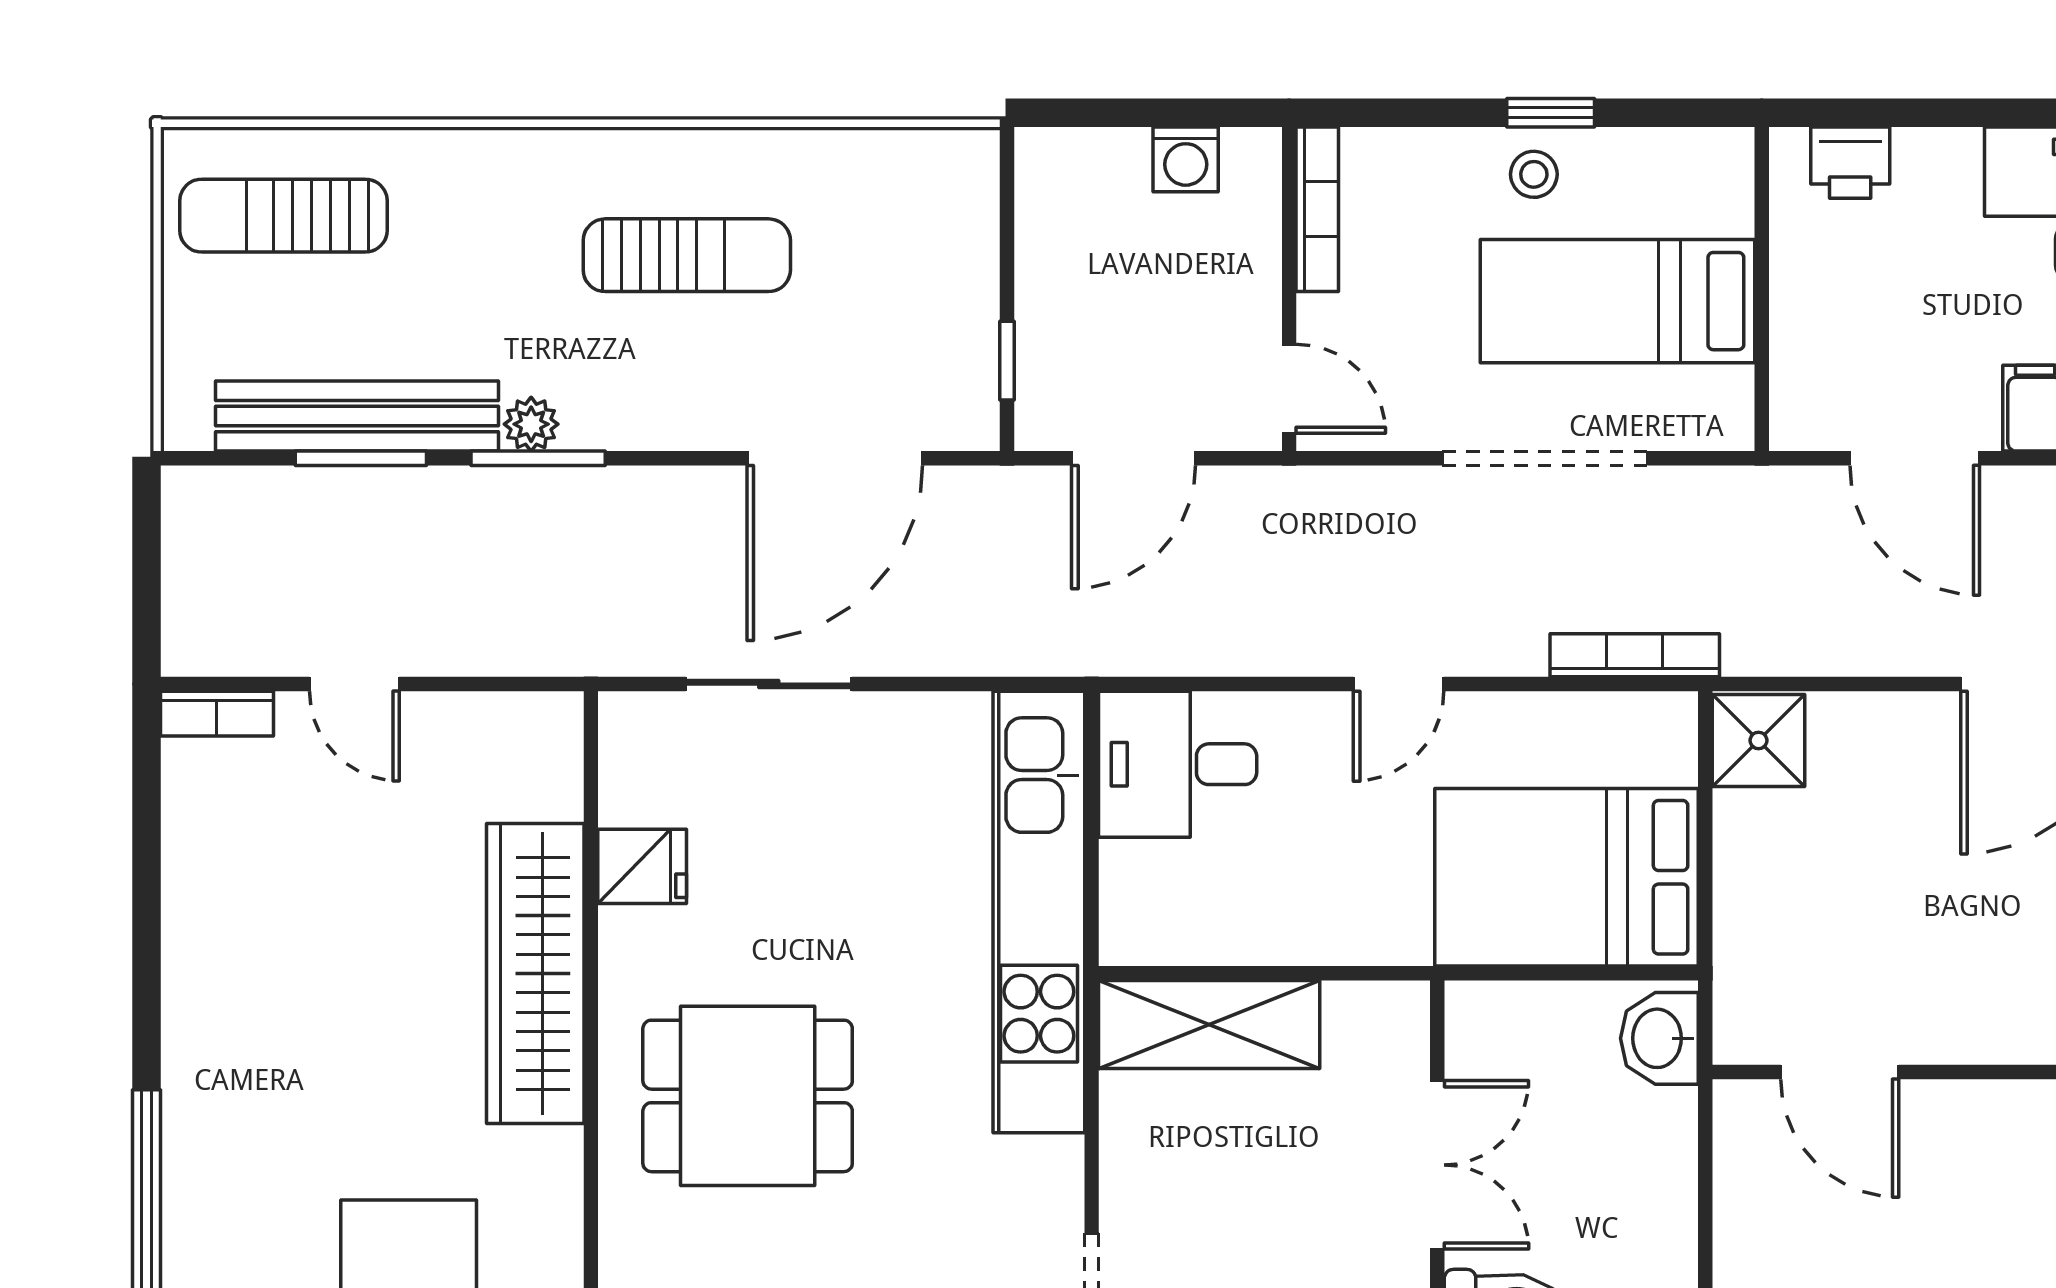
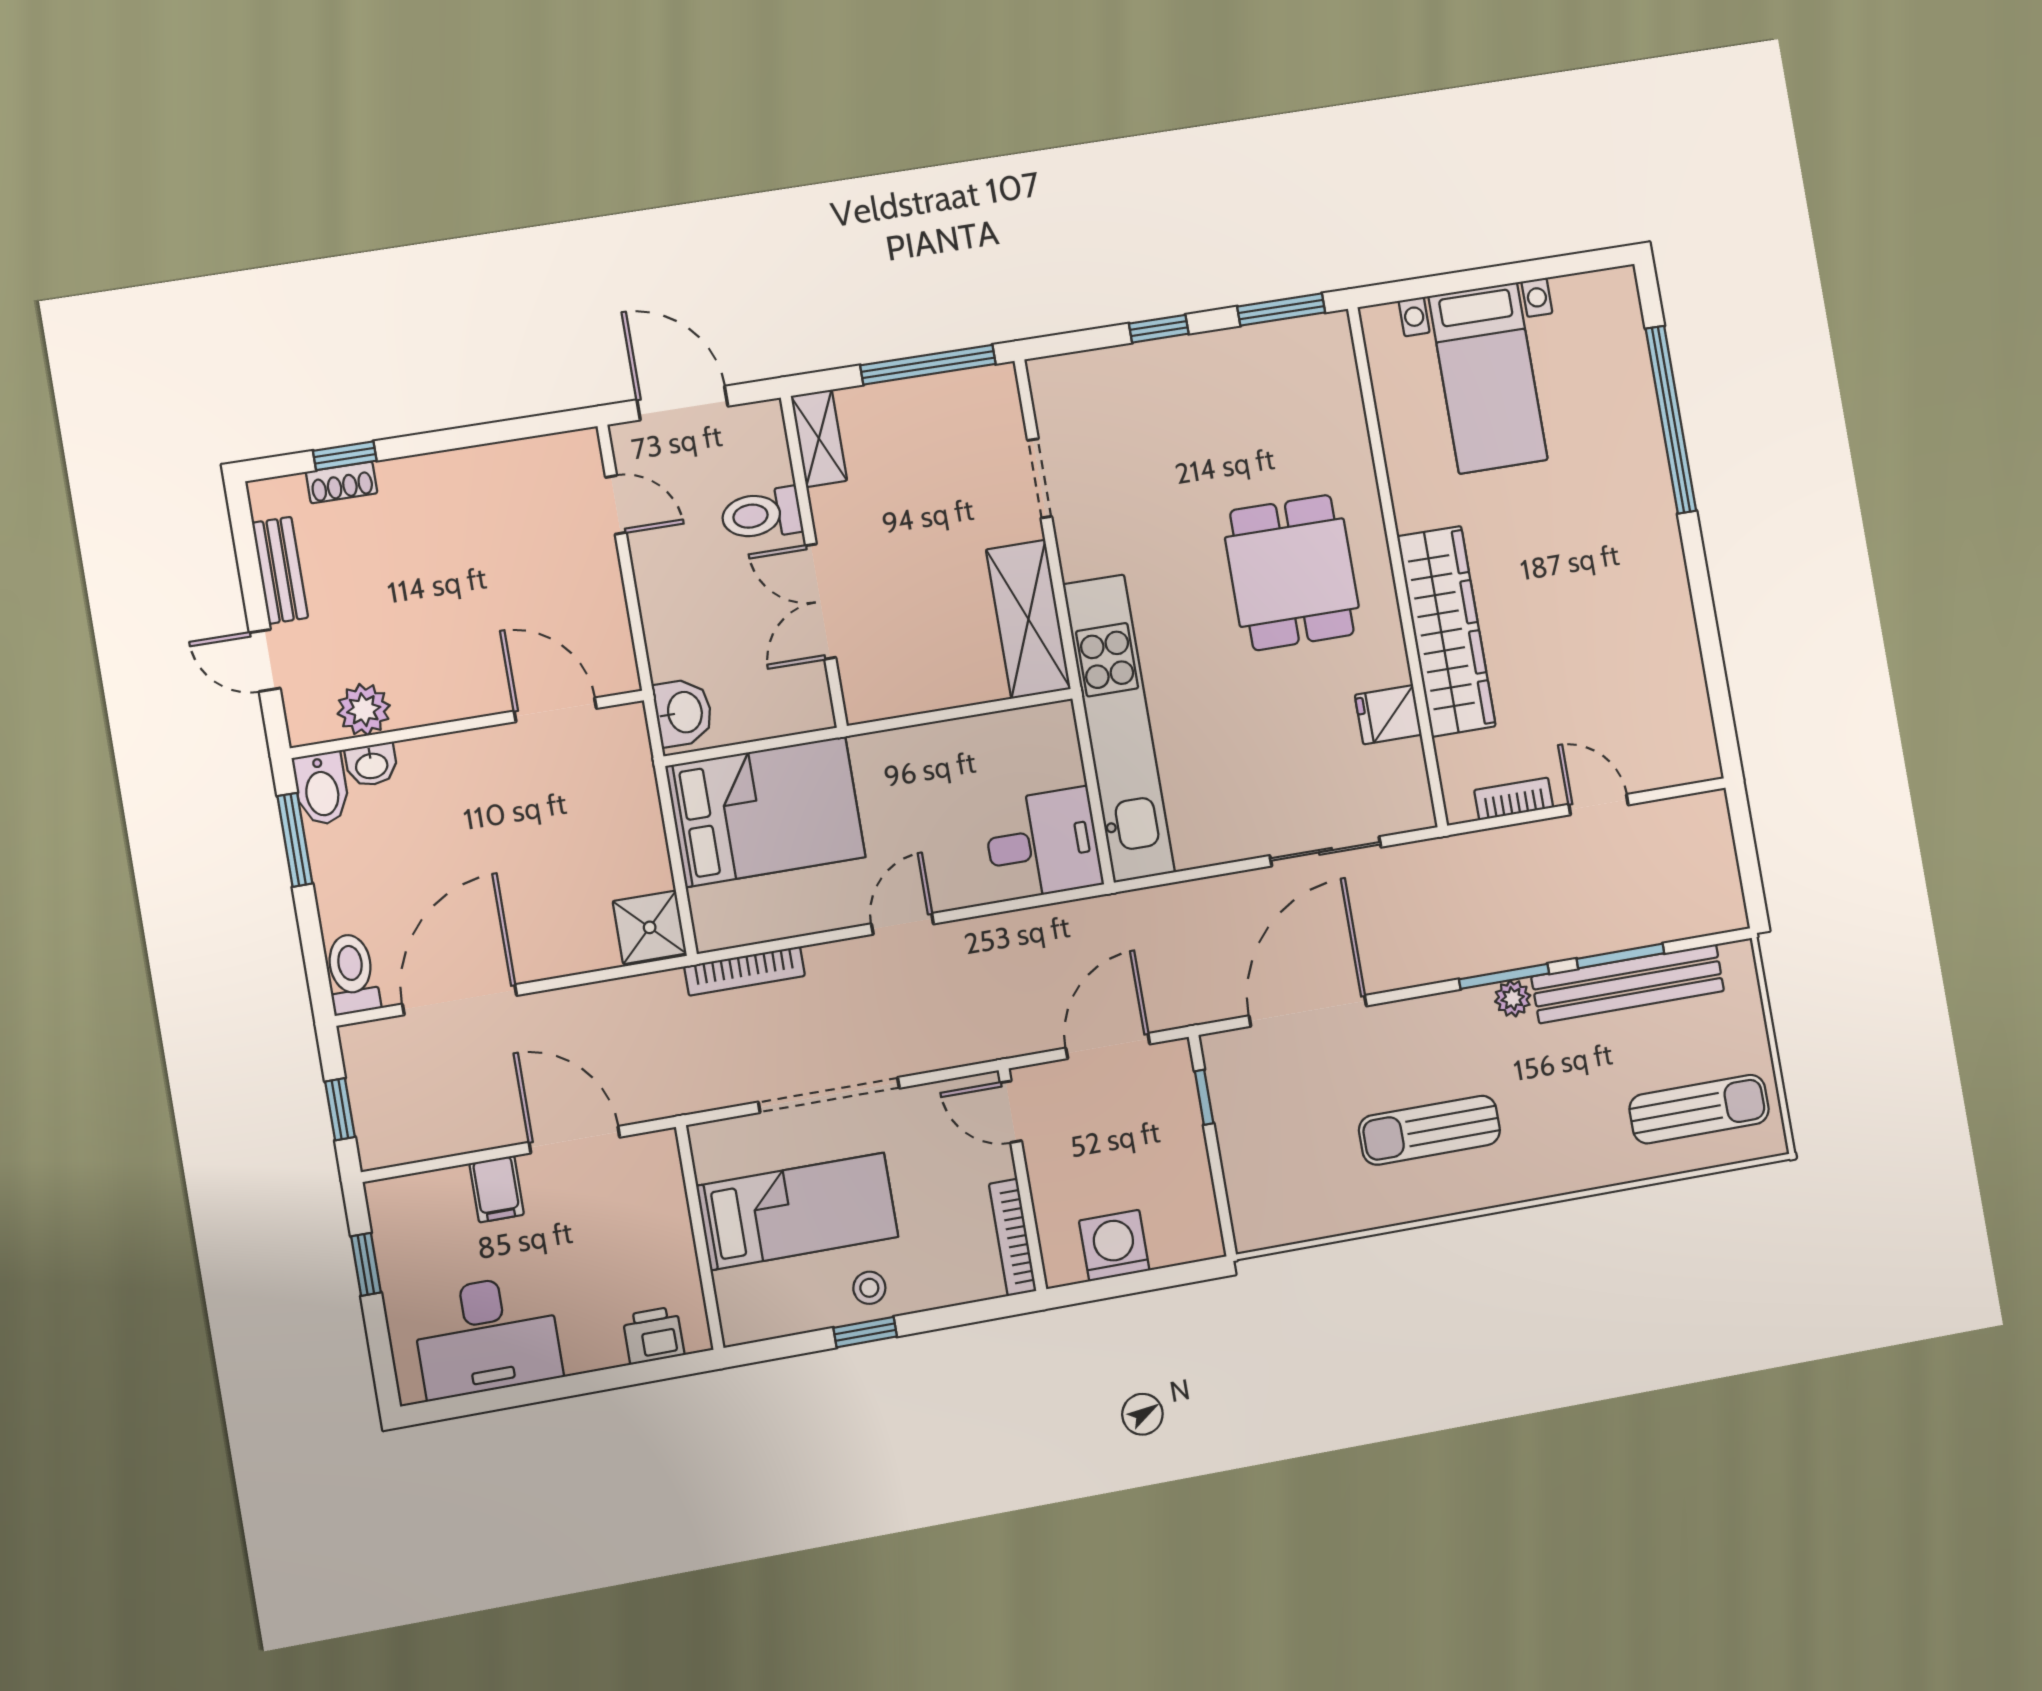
washing machine: (1186, 159) -> (1114, 1245), width x1.38, depth x1.38
bookcase: (217, 714) -> (1514, 799), moved
shelving: (1209, 1024) -> (1028, 619), moved, turned 90
dining table: (748, 1096) -> (1292, 573), turned 90

